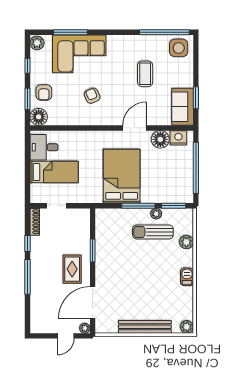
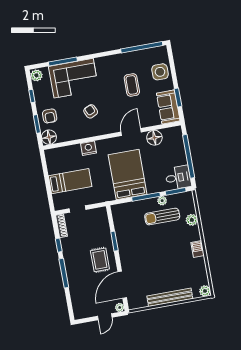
side table: (179, 48) -> (160, 72), moved
nightstand: (178, 138) -> (88, 148), moved
desk: (44, 147) -> (178, 178), moved, turned 180

